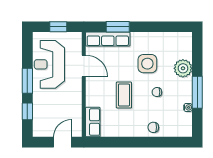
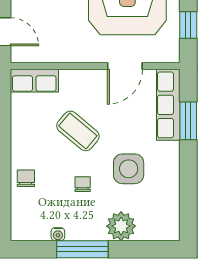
coffee table: (124, 95) -> (78, 131), turned 40

